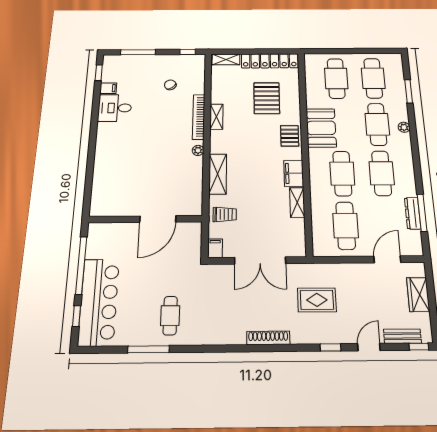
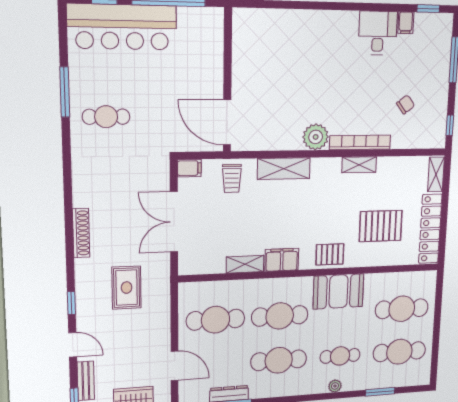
cafe table: (377, 124) -> (340, 356), width x0.73, depth x0.74
plant: (198, 150) -> (316, 137), width x1.88, depth x1.88
door: (158, 219) -> (227, 122), moved

